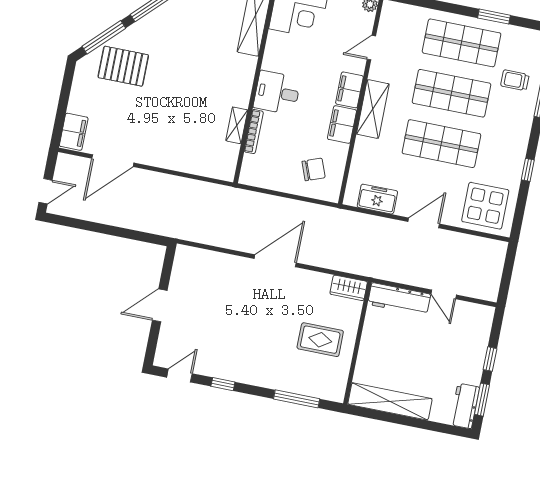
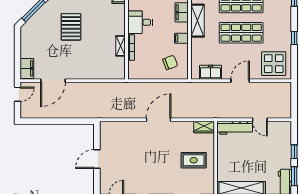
pallet: (123, 66) -> (71, 27), moved, turned 90
filing cabinet: (342, 125) -> (181, 38), width x0.50
door: (45, 191) -> (18, 94), moved

